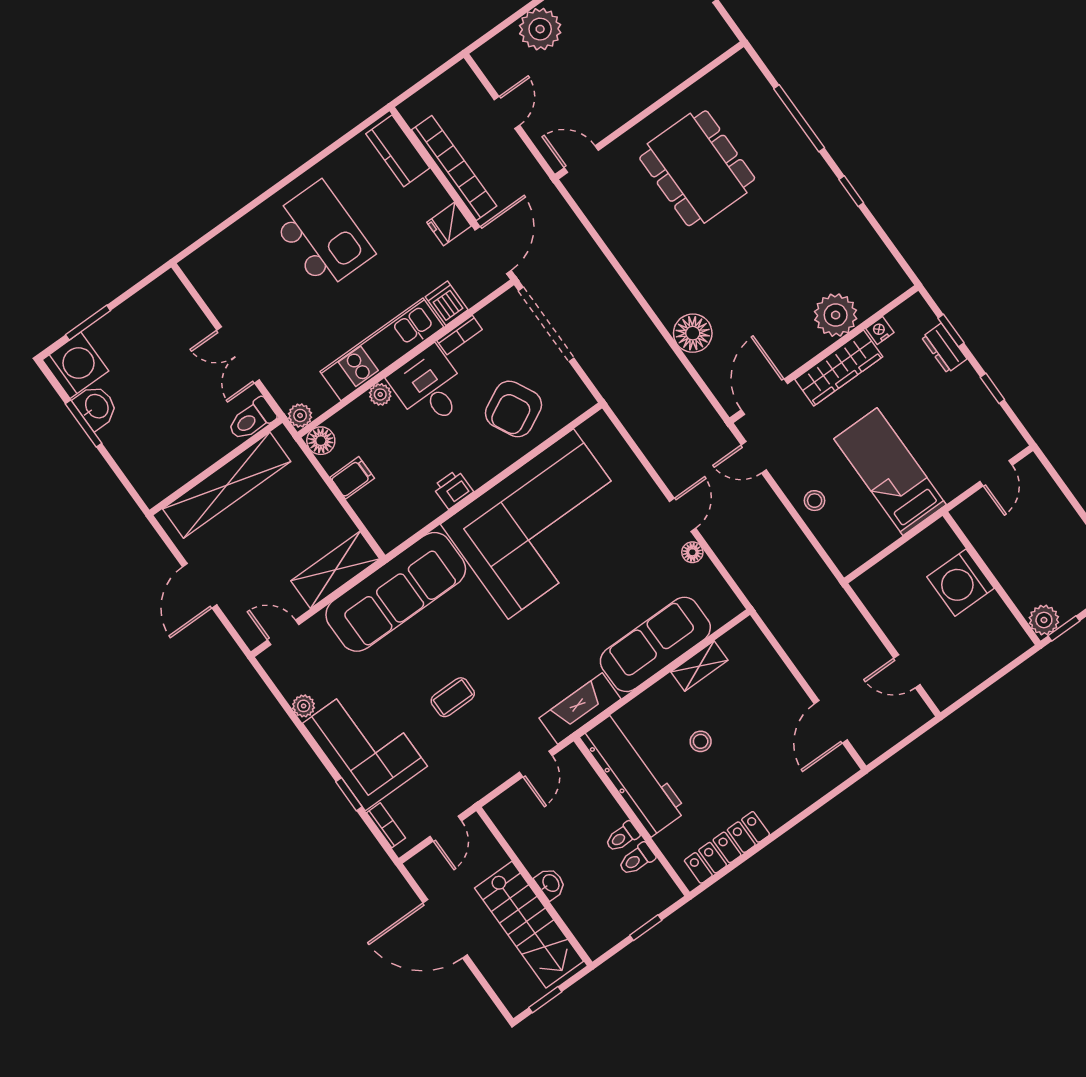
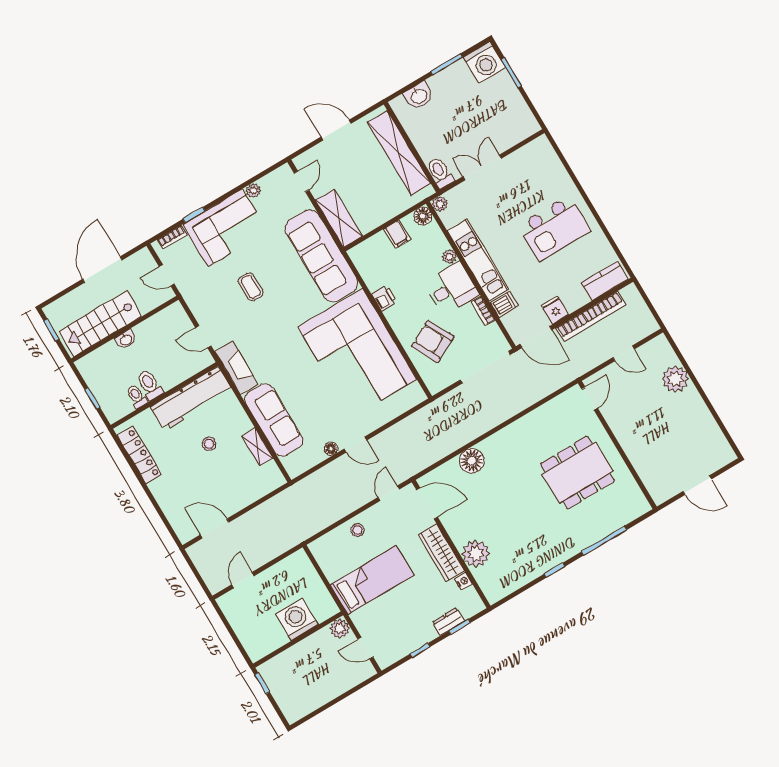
washbasin: (96, 407) -> (419, 96), moved
plant: (1044, 620) -> (340, 628), moved
toilet: (622, 837) -> (150, 385), width x1.37, depth x1.39

